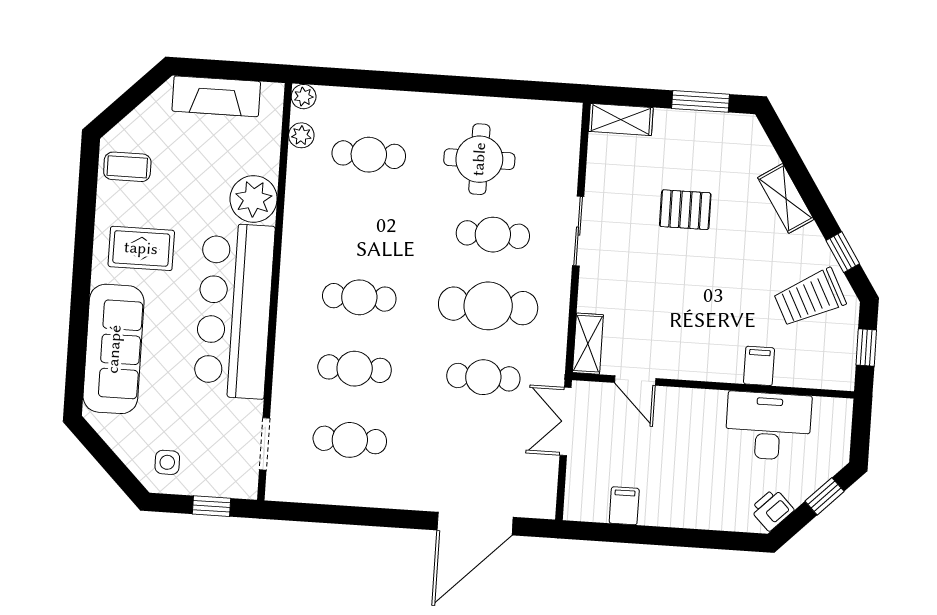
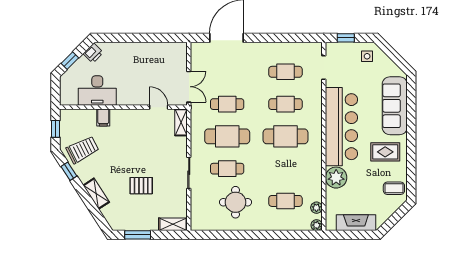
cafe table: (359, 297) -> (285, 136), width x1.37, depth x1.35
filing cabinet: (624, 506) -> (160, 50), removed

